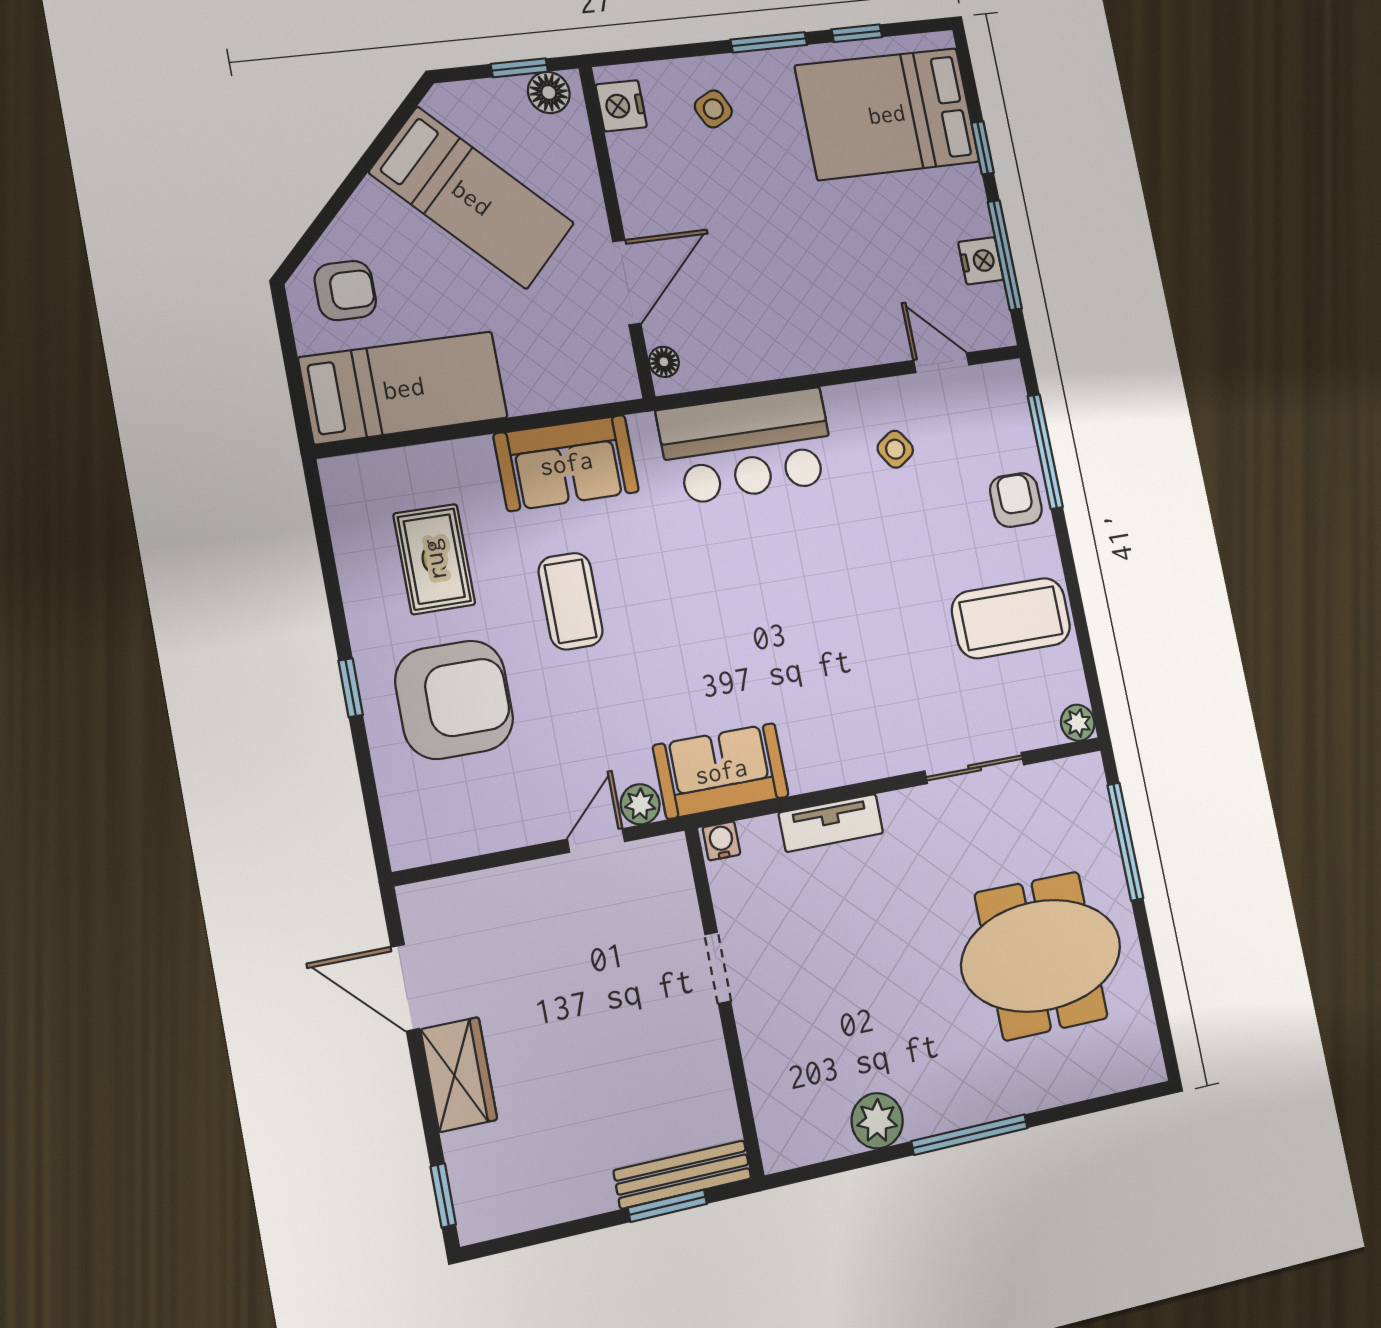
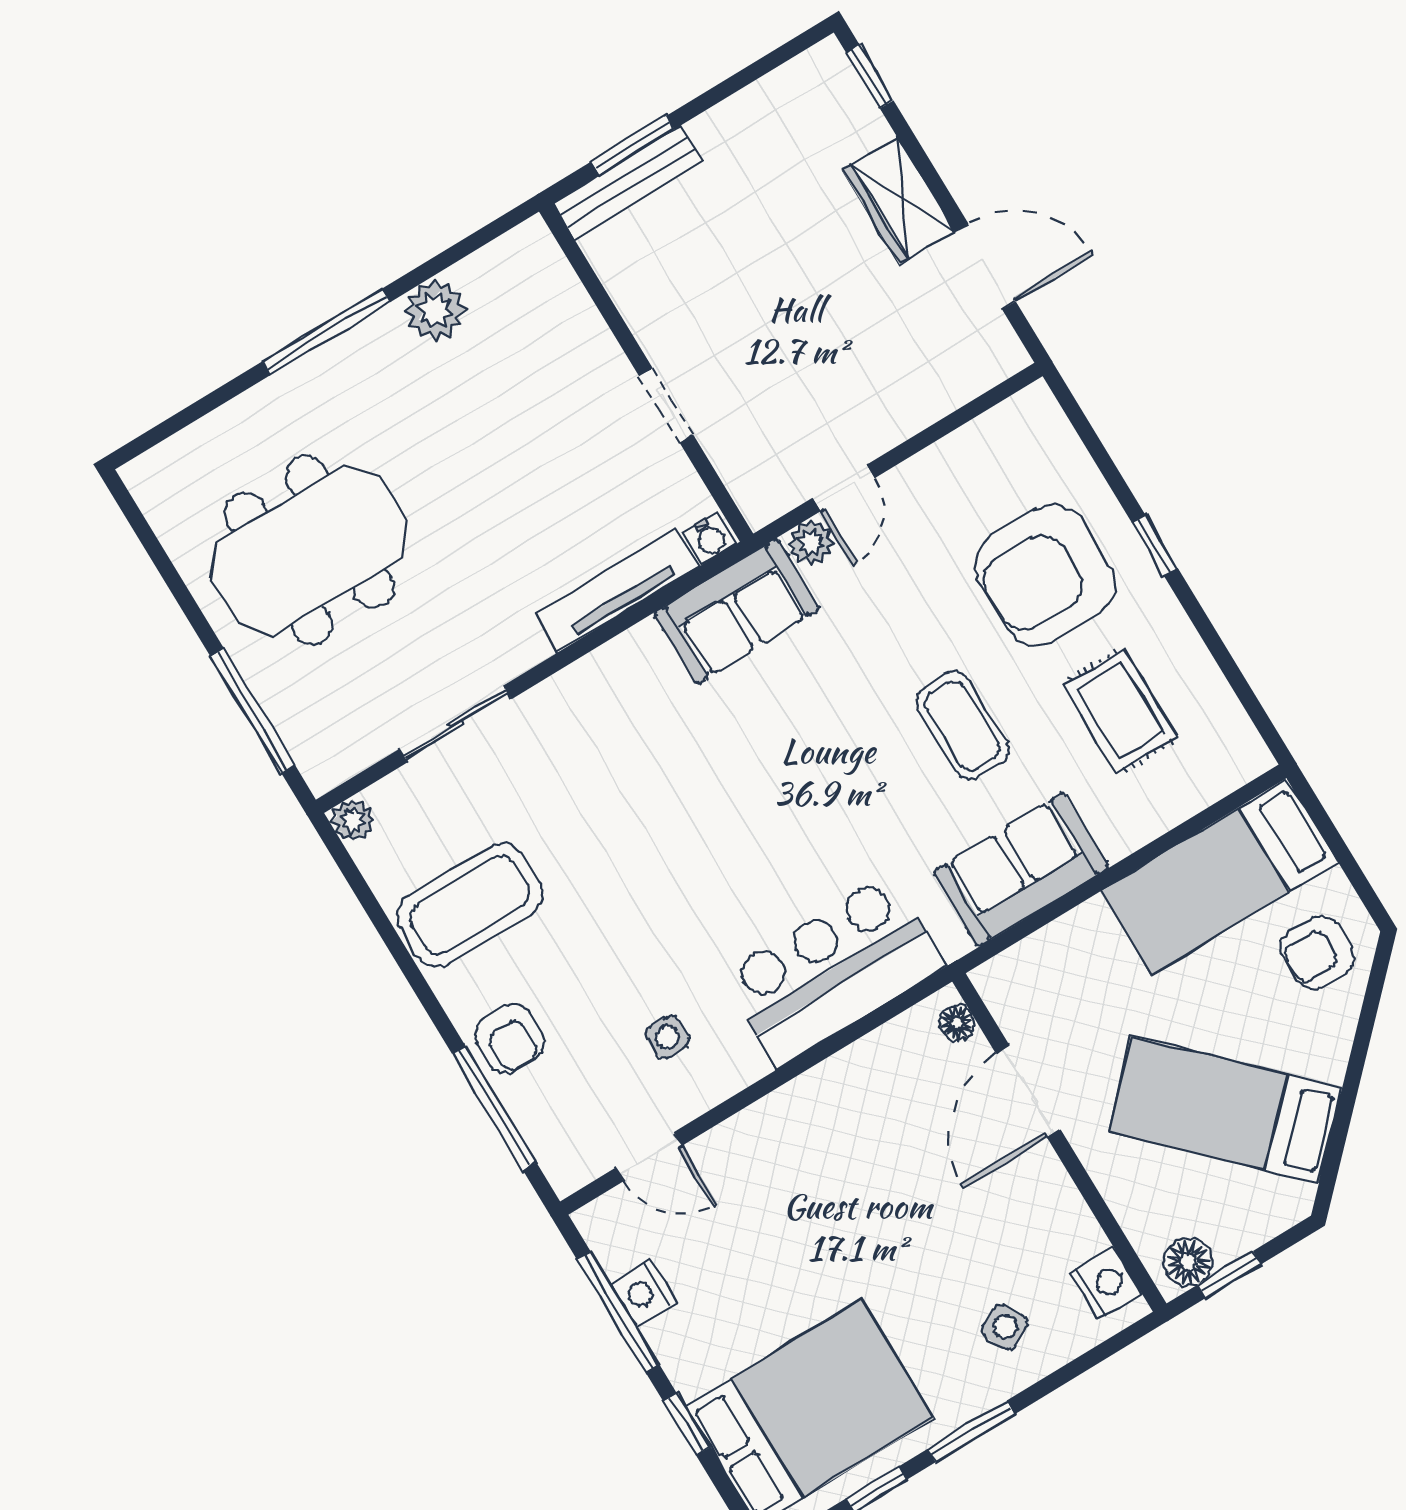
side table: (895, 449) -> (667, 1037), turned 34
tv unit: (831, 823) -> (617, 590), width x1.41

